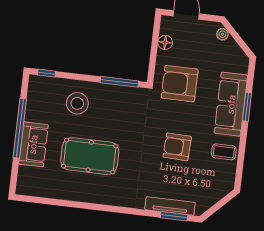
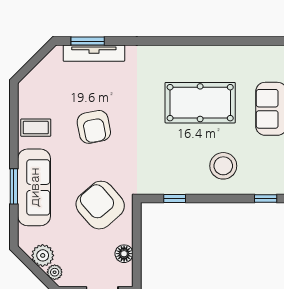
plant: (230, 49) -> (43, 255), added
window: (119, 82) -> (175, 198), width x0.46
armchair: (180, 84) -> (100, 205), turned -131
armchair: (177, 147) -> (94, 127), turned 77

